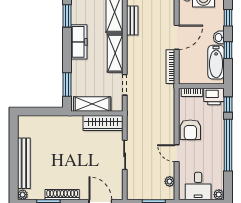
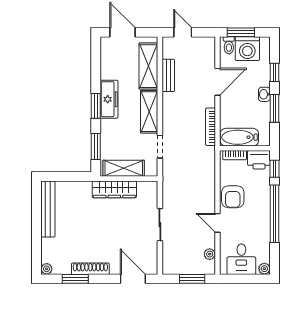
window: (67, 16) -> (96, 106), moved
door: (177, 37) -> (218, 82), moved
window: (228, 50) -> (275, 108), width x1.50
bathtub: (216, 62) -> (239, 137), moved, turned 90
wardrobe: (103, 123) -> (114, 189), moved
bench: (24, 163) -> (48, 209), moved

